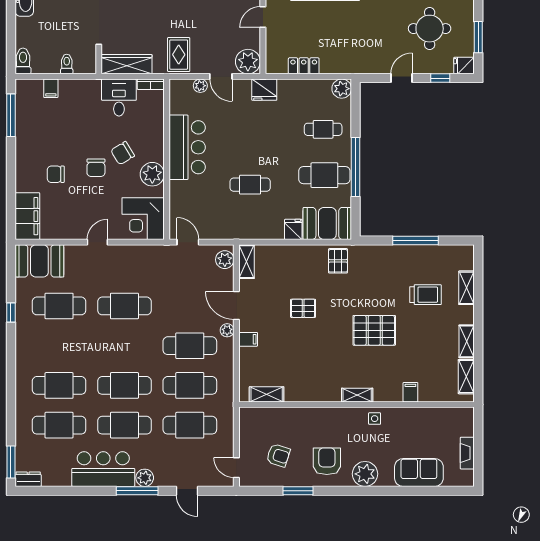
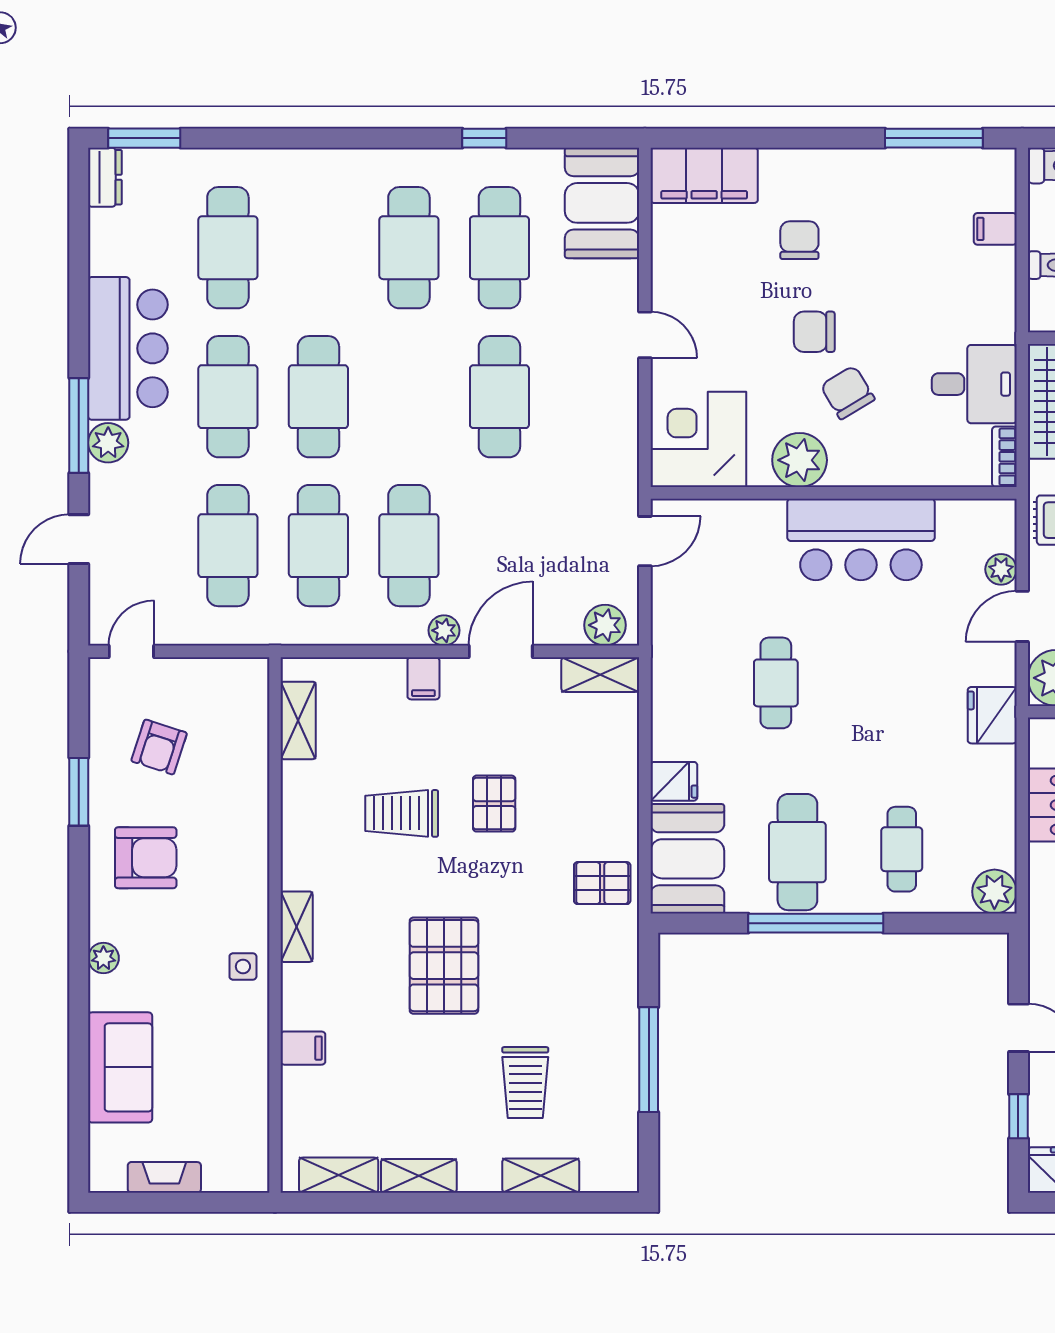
trolley: (307, 349) -> (402, 813), added
cafe table: (59, 385) -> (409, 248), moved
plant: (365, 474) -> (103, 958), width x0.53, depth x0.53

